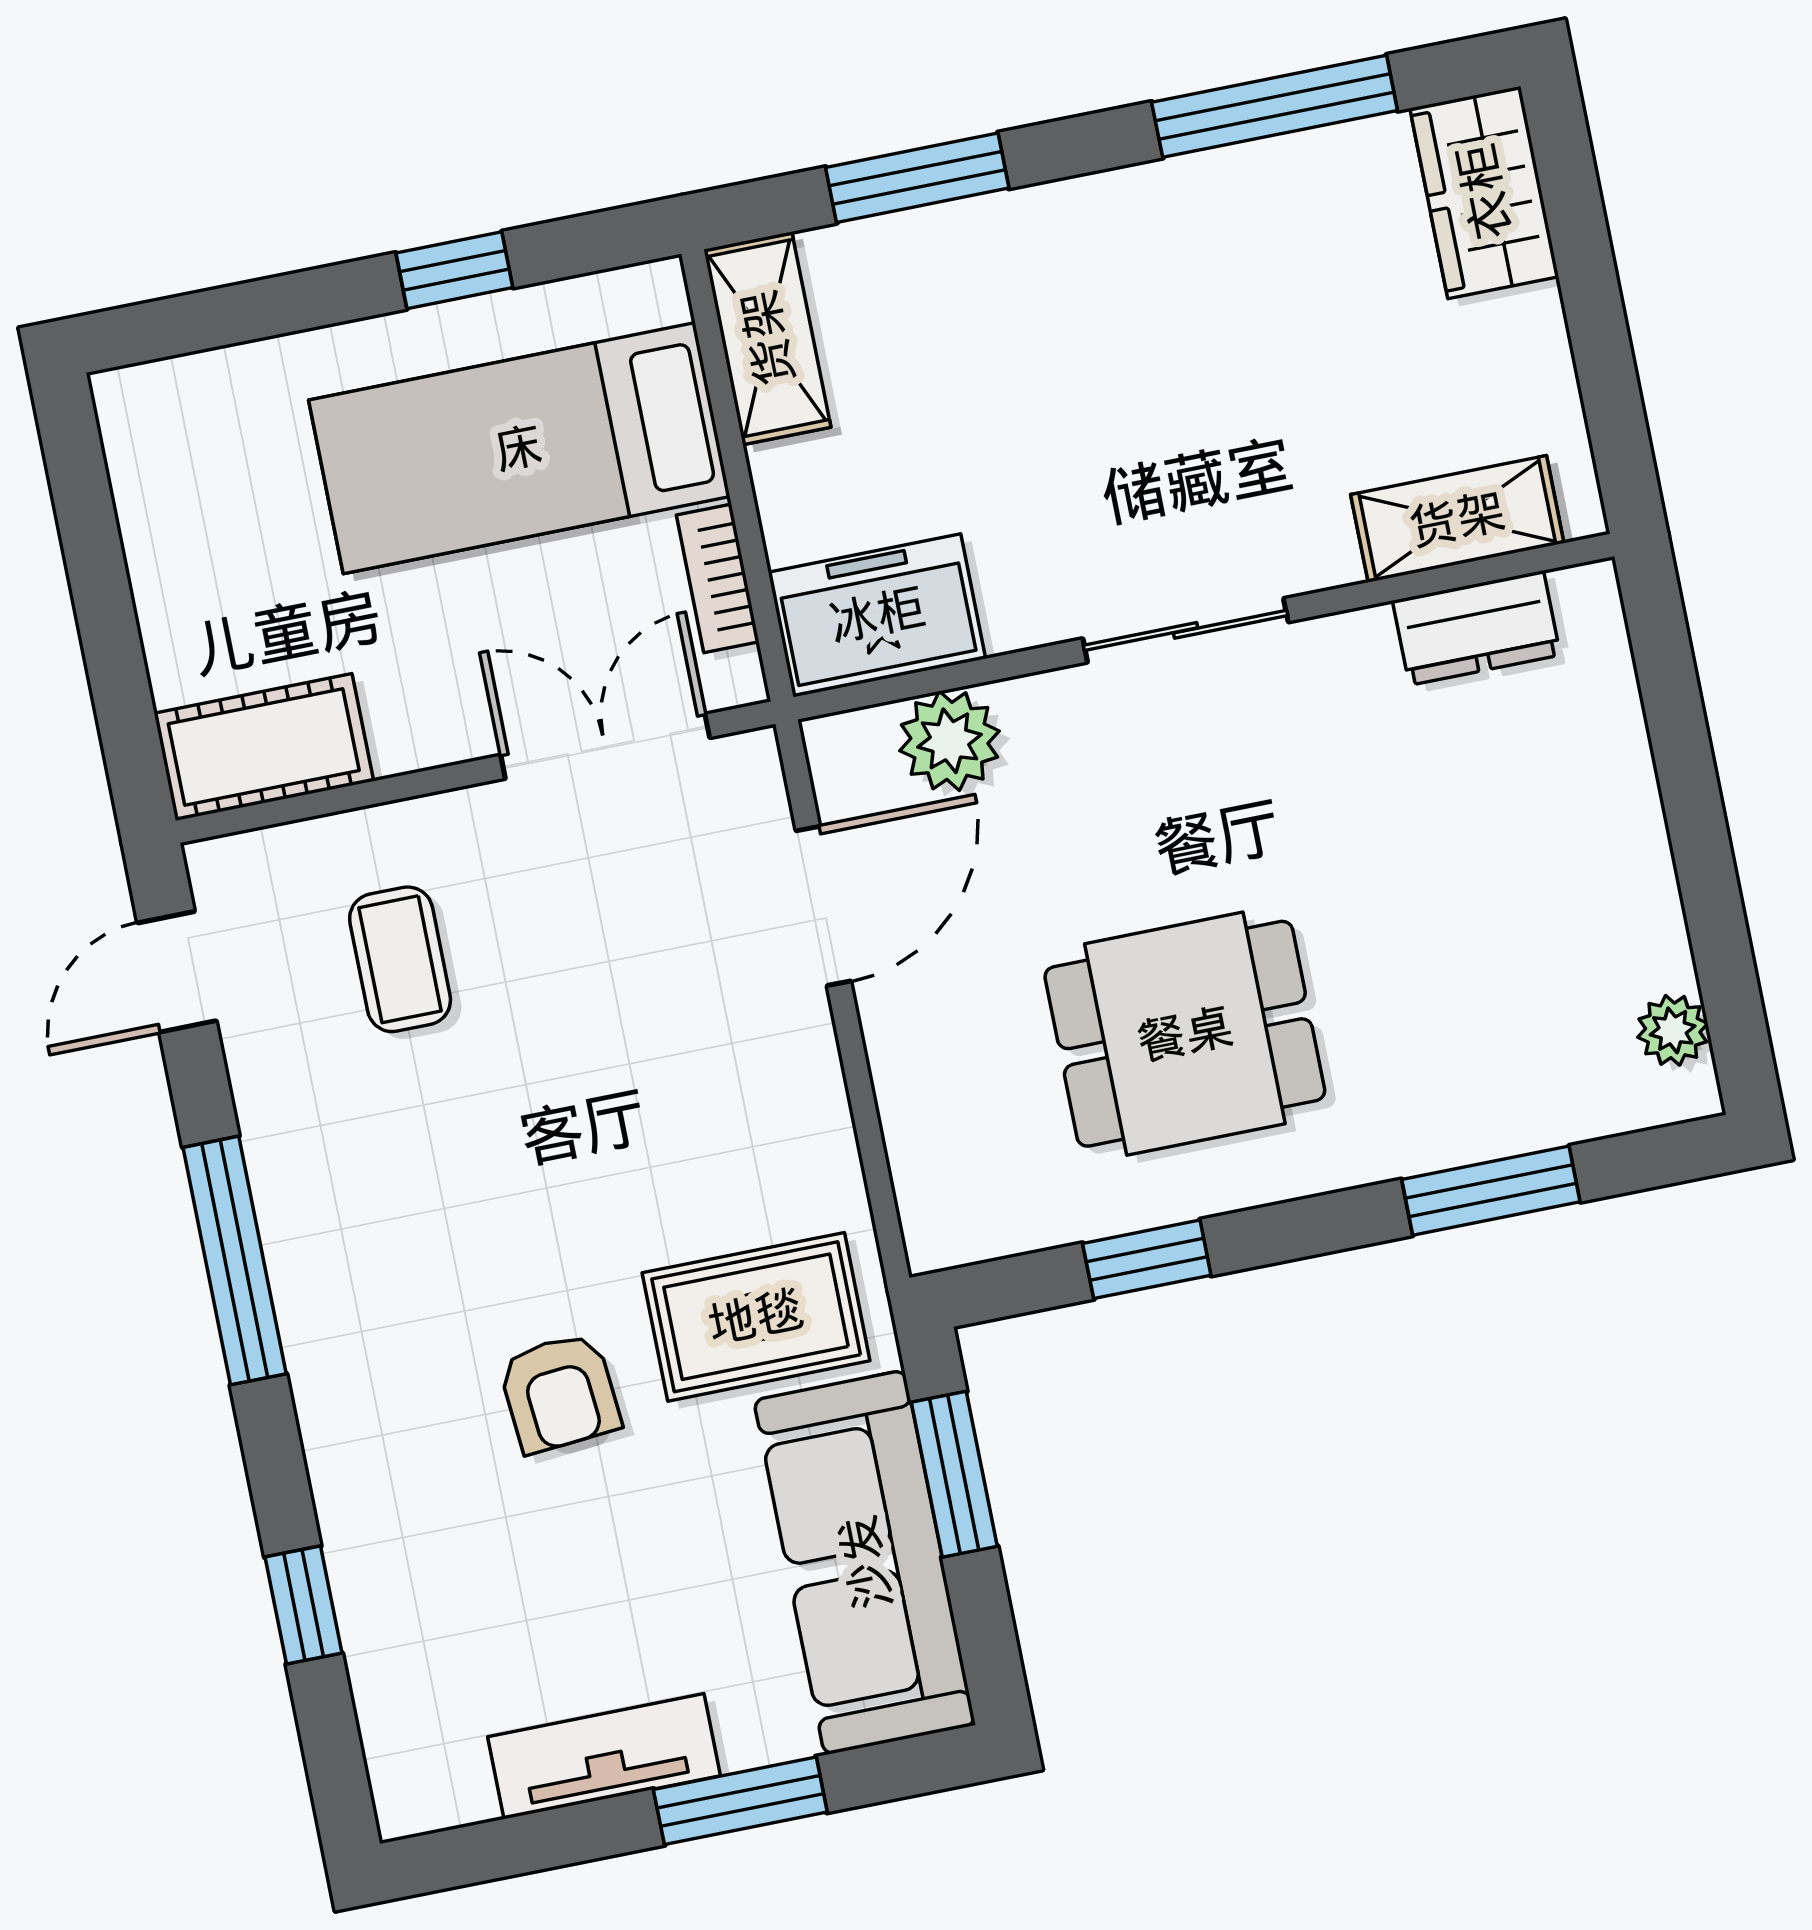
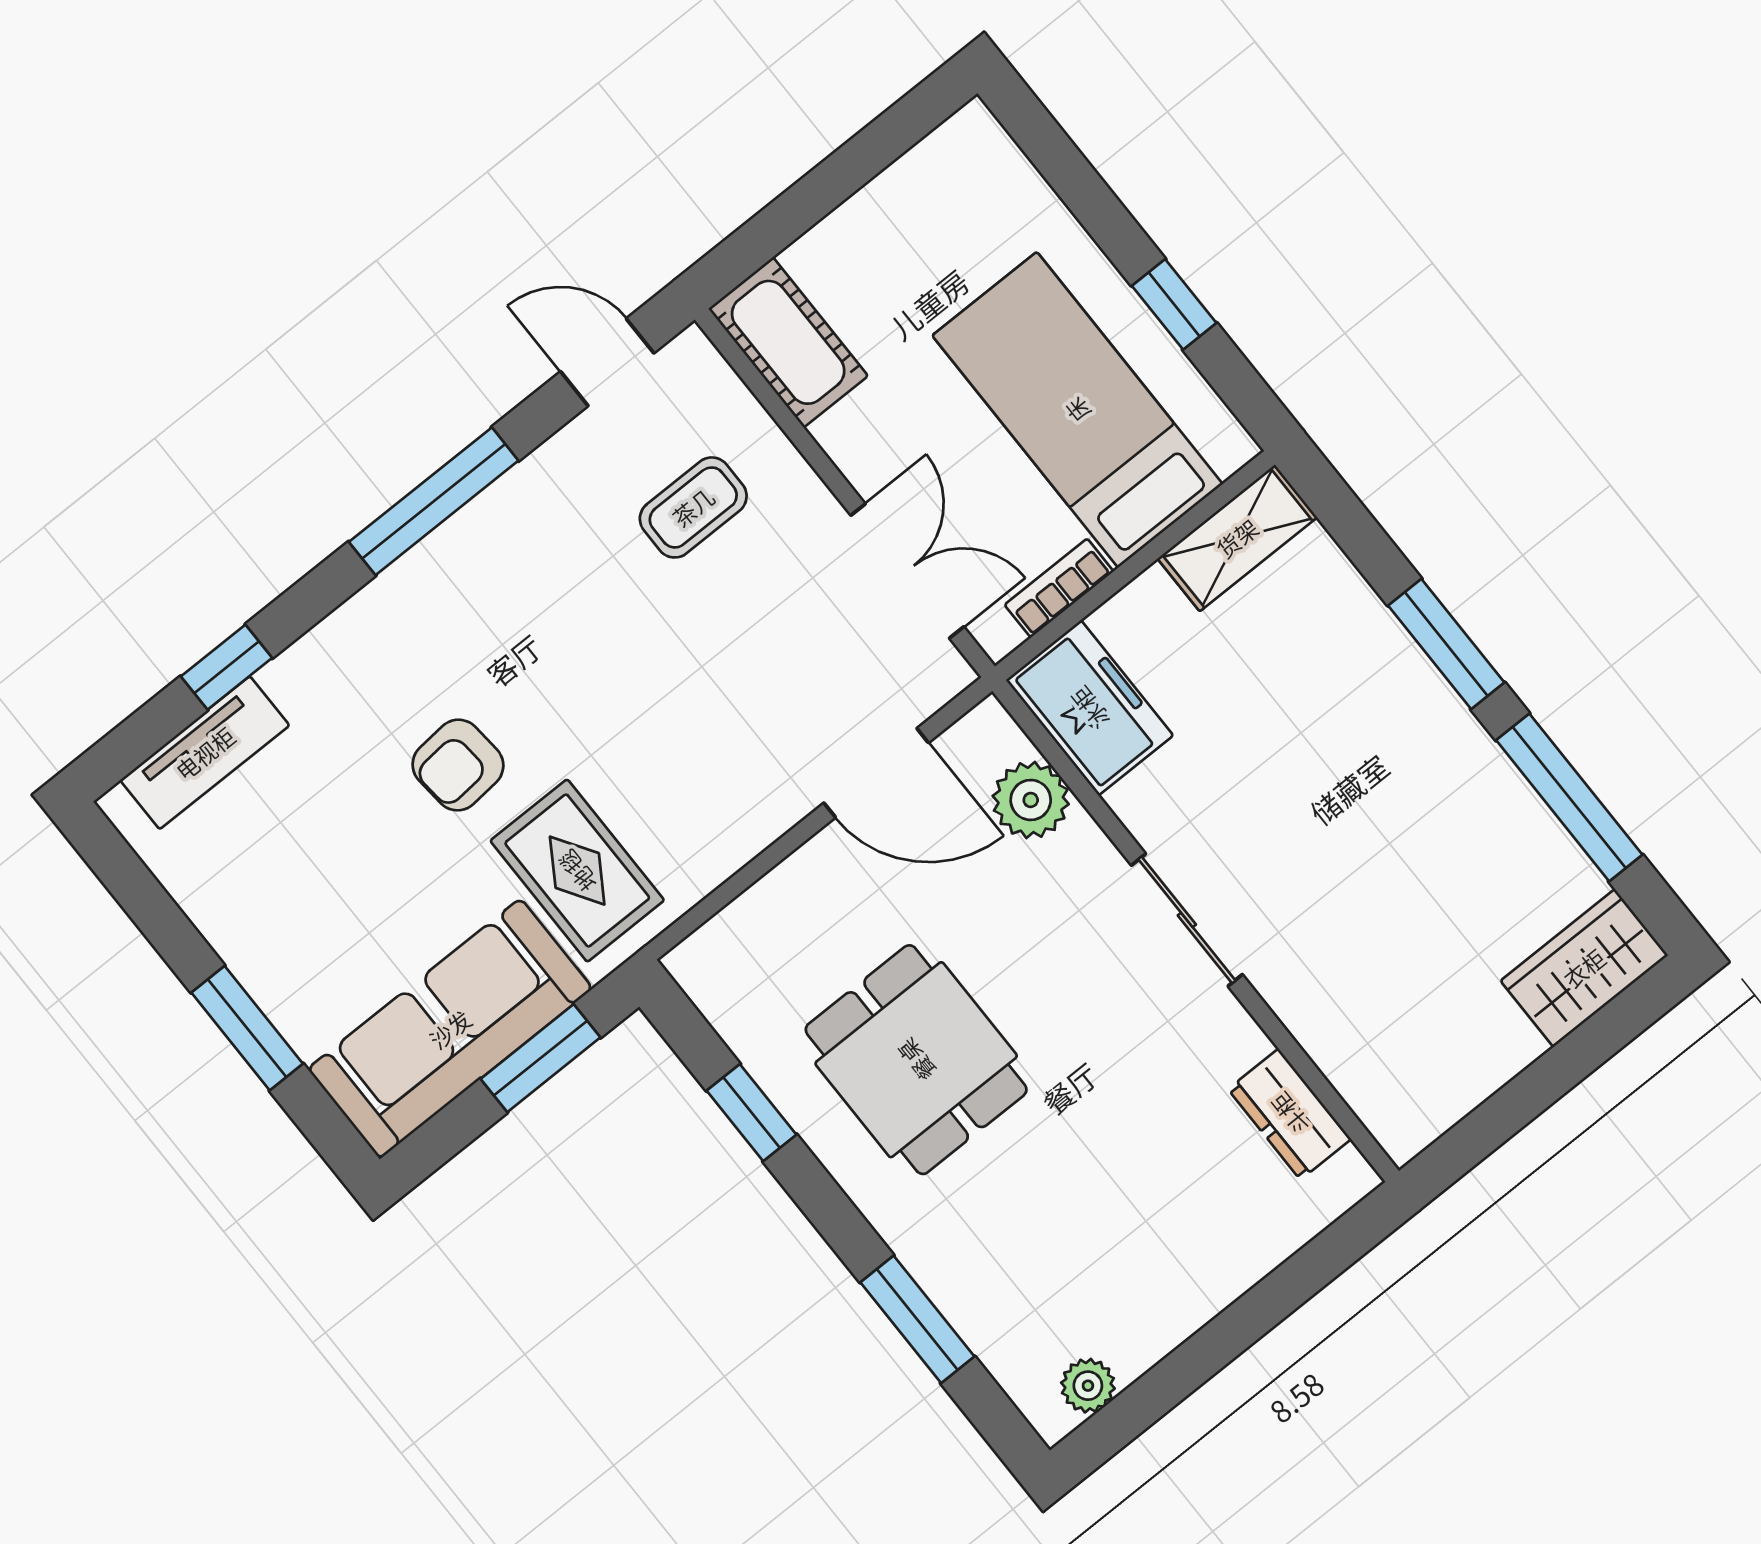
window: (917, 178) -> (1446, 644), moved
shelving: (1457, 519) -> (1356, 1063), removed
tv unit: (604, 1756) -> (205, 753), moved, turned 90

